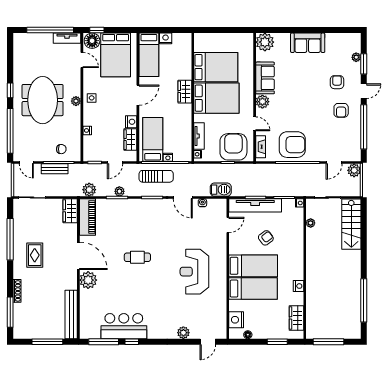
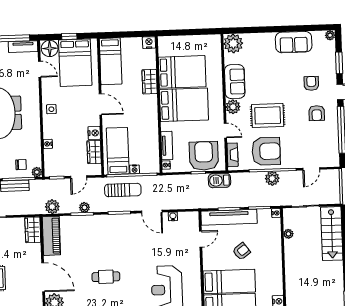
window: (97, 30) -> (69, 36), moved
nightstand: (166, 38) -> (149, 43), moved
sofa: (308, 43) -> (294, 42), moved
plant: (356, 57) -> (330, 35), moved
wardrobe: (185, 92) -> (150, 82), moved
door: (138, 95) -> (100, 104), hinge flipped
plant: (76, 101) -> (37, 172), moved
rug: (295, 111) -> (268, 115), added
plant: (354, 170) -> (272, 178), moved
barbecue: (221, 190) -> (219, 180), moved, turned 180

